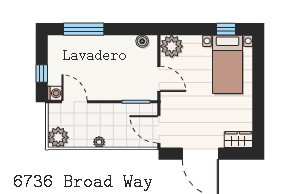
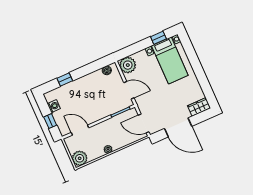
window: (84, 29) -> (65, 80), width x0.46
washing machine: (55, 93) -> (54, 106), moved

